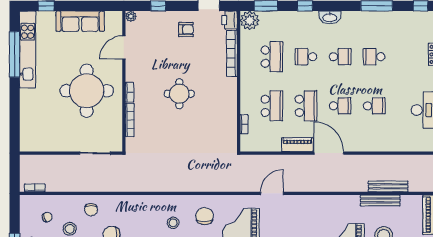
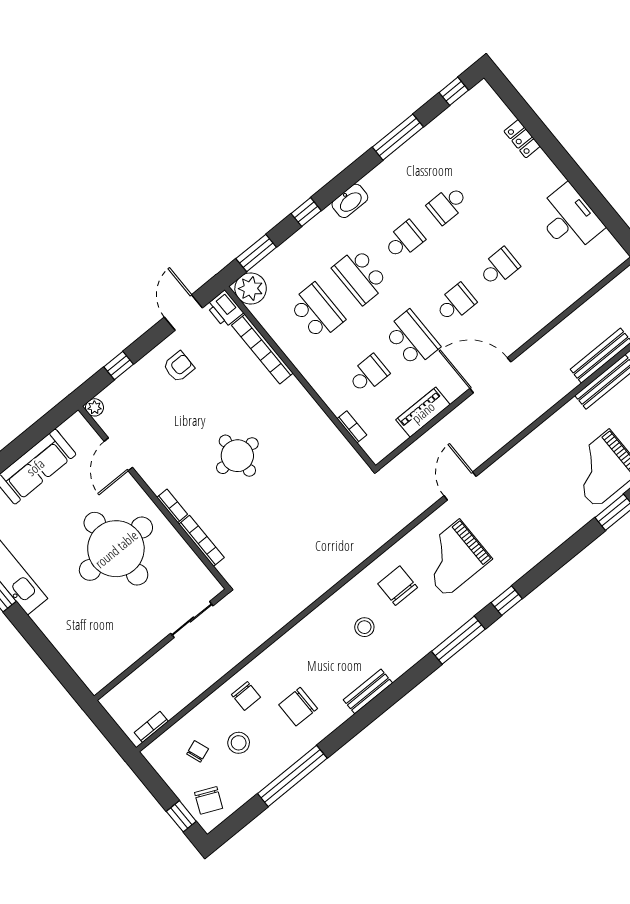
school desk: (306, 57) -> (360, 276), width x1.85
school desk: (272, 106) -> (368, 374), width x0.54
piano: (297, 145) -> (423, 412), moved

